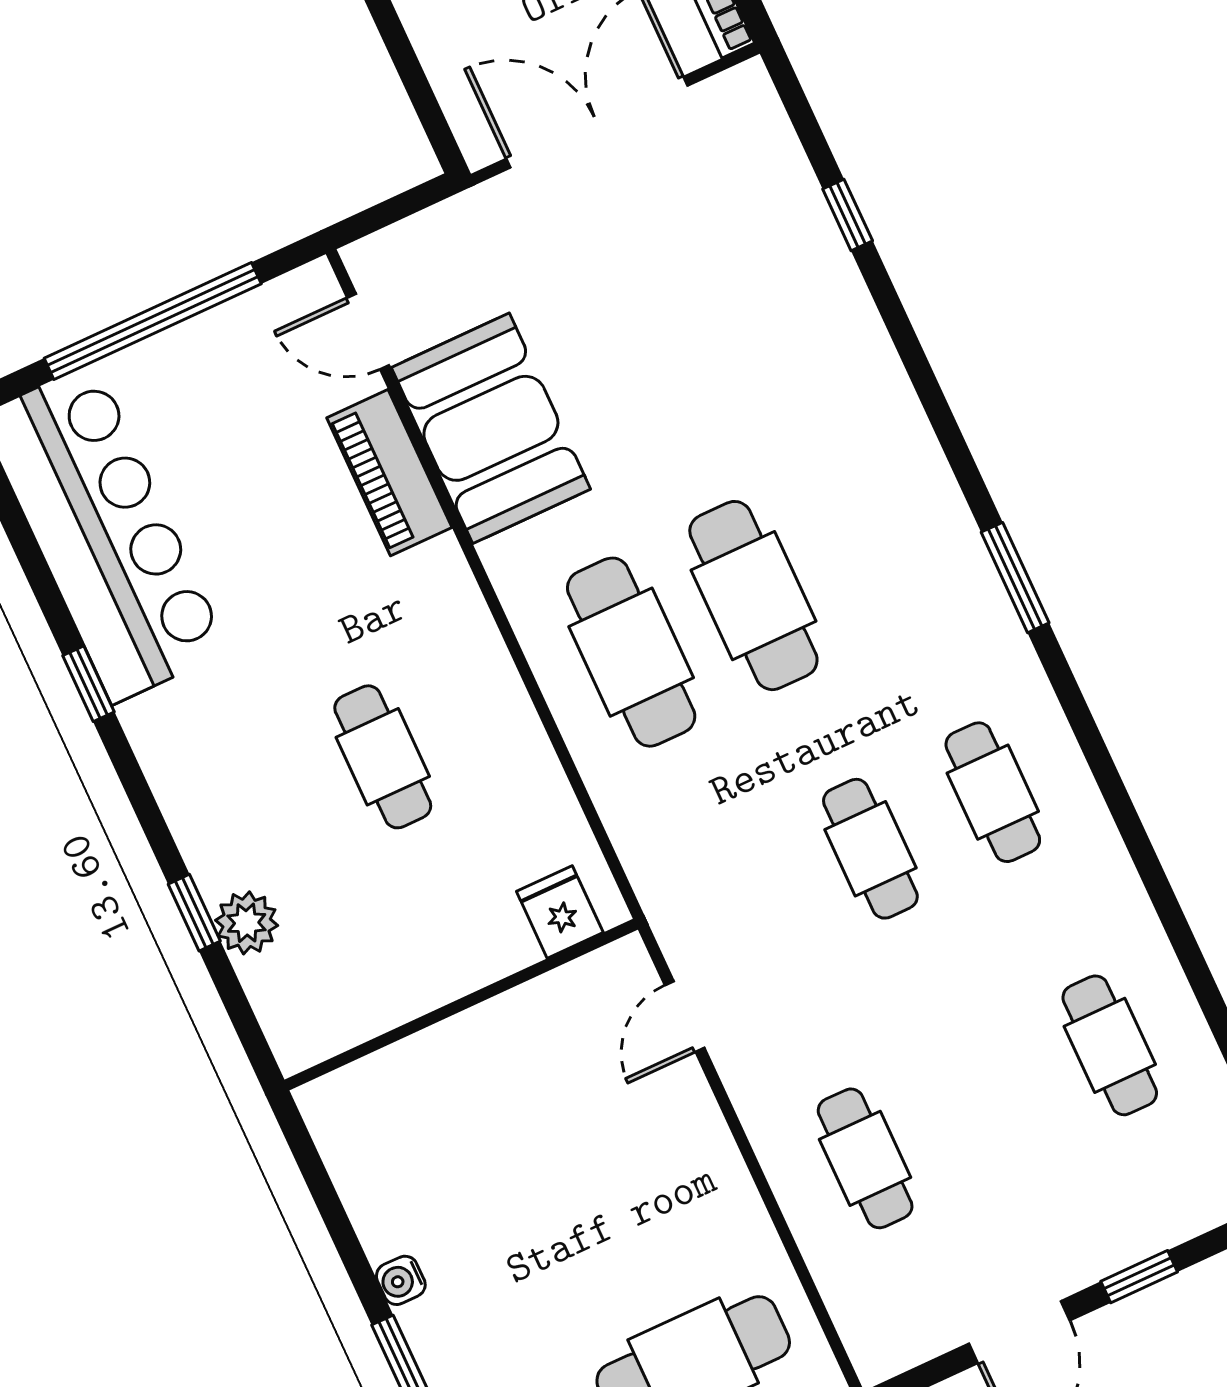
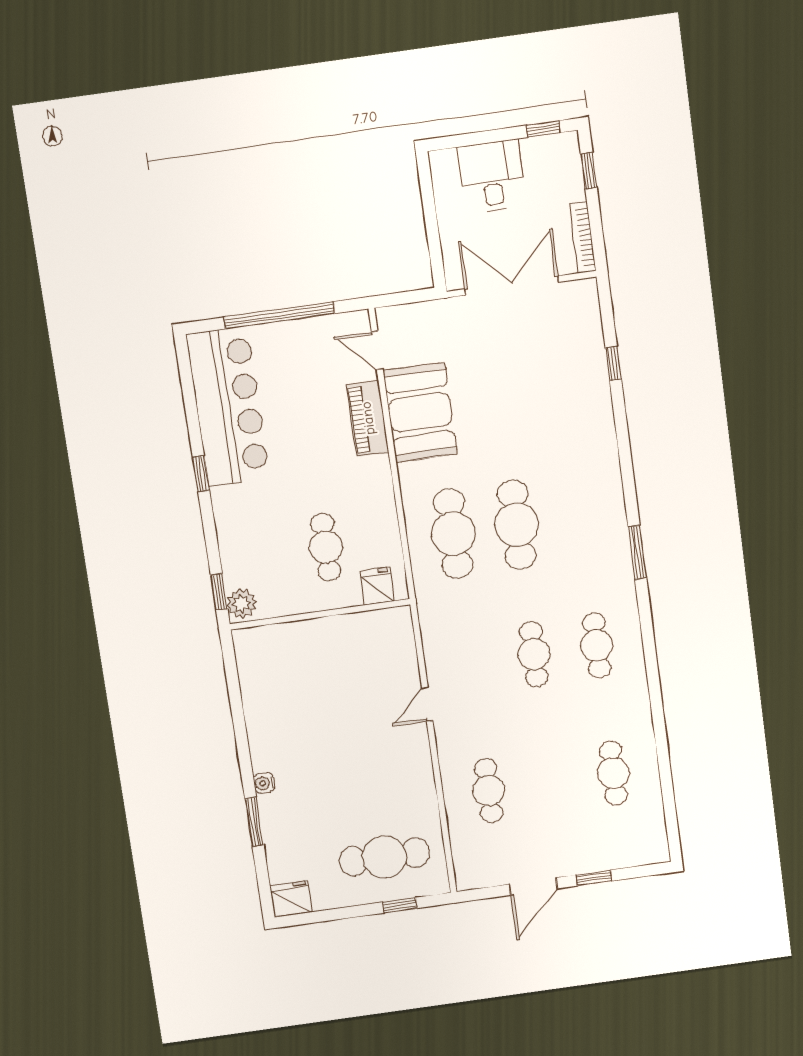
fridge: (560, 912) -> (377, 586), moved
wall: (461, 1005) -> (320, 614), moved

